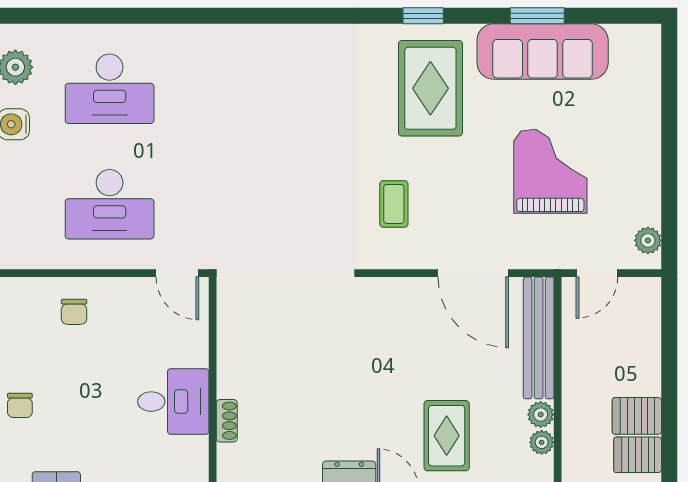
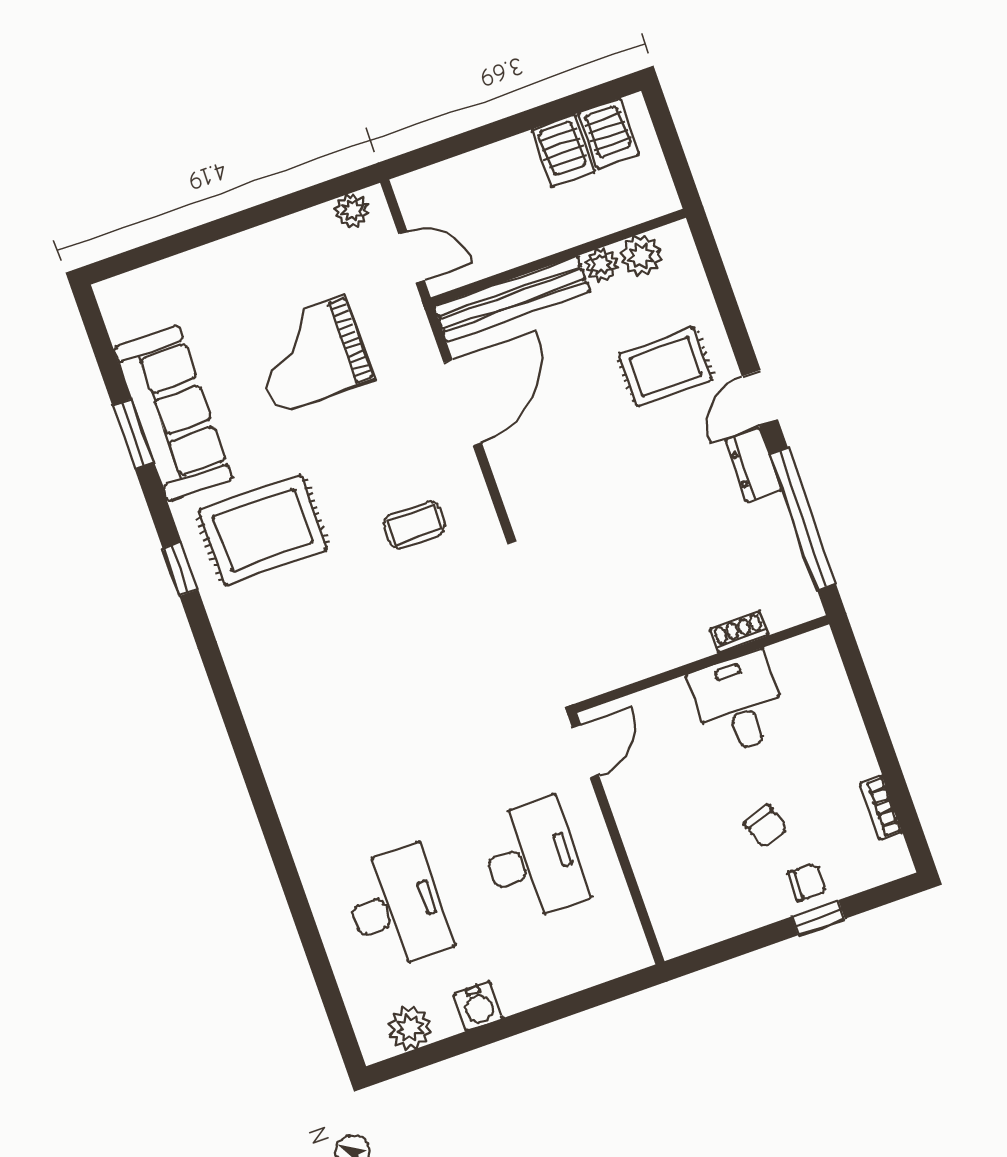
chair: (74, 312) -> (766, 826), moved, turned 71
plant: (542, 442) -> (641, 255), width x1.38, depth x1.38

